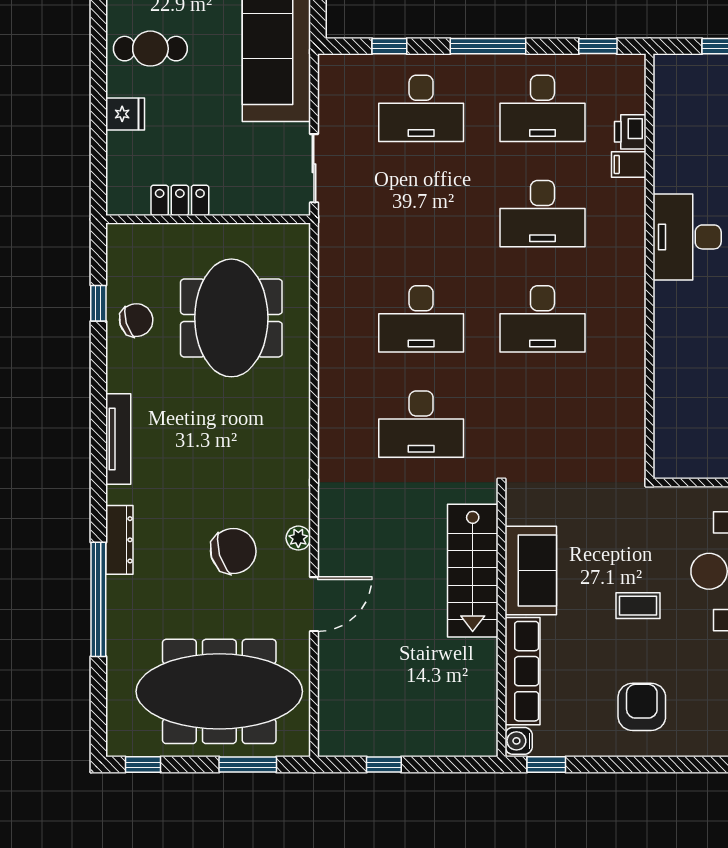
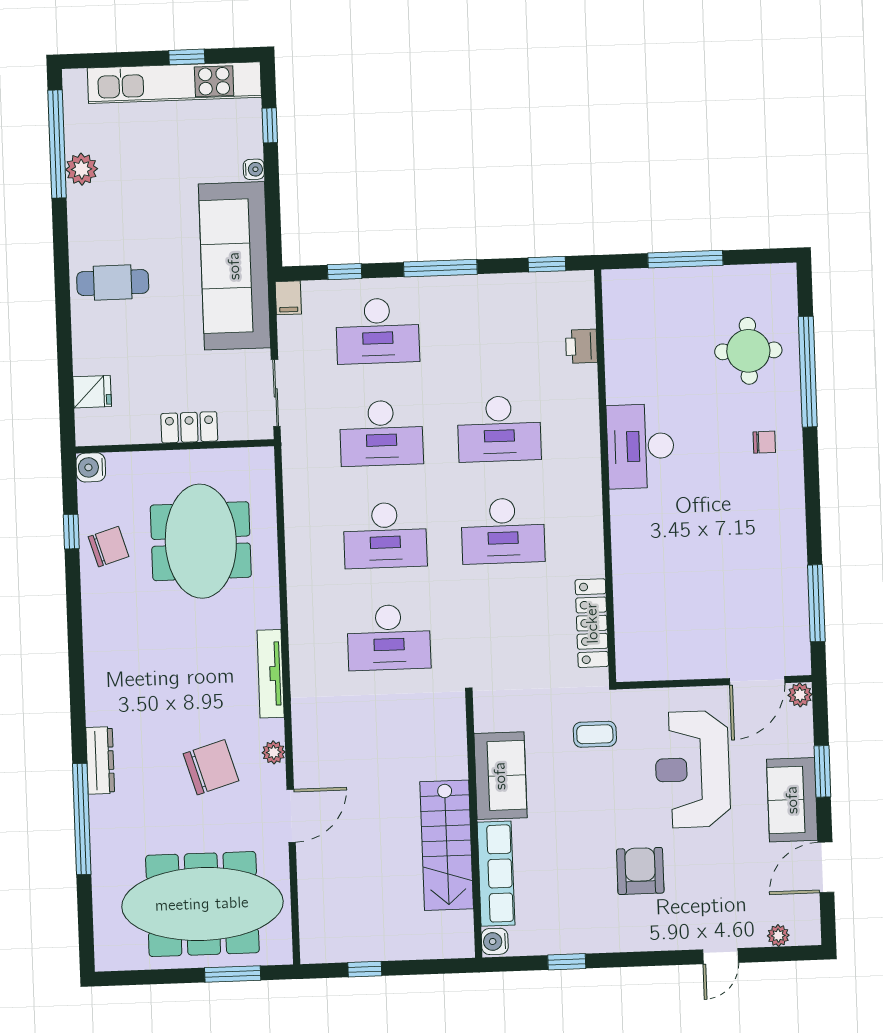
desk: (542, 108) -> (381, 433), moved
fridge: (125, 114) -> (92, 392), moved
filing cabinet: (629, 164) -> (288, 298), moved, turned -90
locker: (180, 200) -> (189, 427), moved
water cooler: (121, 238) -> (91, 467), added
locker: (630, 417) -> (592, 623), added
tv unit: (118, 439) -> (271, 674), moved, turned 180
stairs: (473, 571) -> (447, 845), moved
coffee table: (638, 606) -> (595, 734), moved
armchair: (642, 707) -> (640, 871), moved
window: (143, 765) -> (131, 978), removed
window: (546, 765) -> (567, 962), moved

